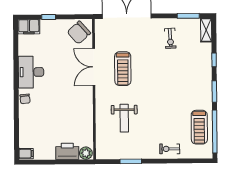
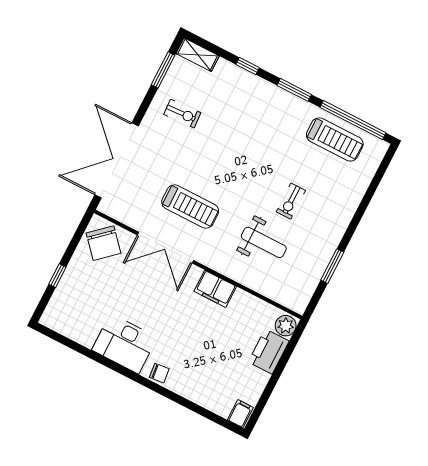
filing cabinet: (29, 27) -> (215, 289), moved, turned 90
exercise bike: (170, 149) -> (291, 201), moved

